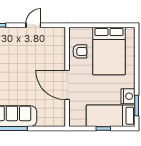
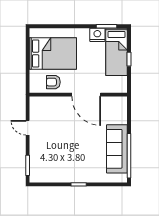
armchair: (80, 51) -> (53, 82), turned -90
door: (67, 85) -> (86, 95), hinge flipped

